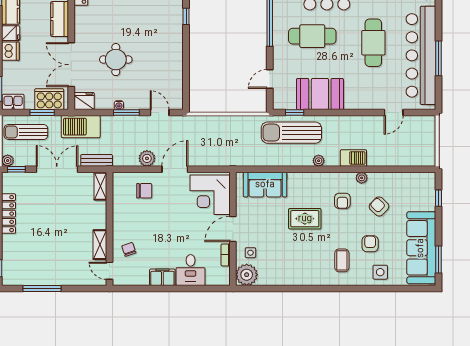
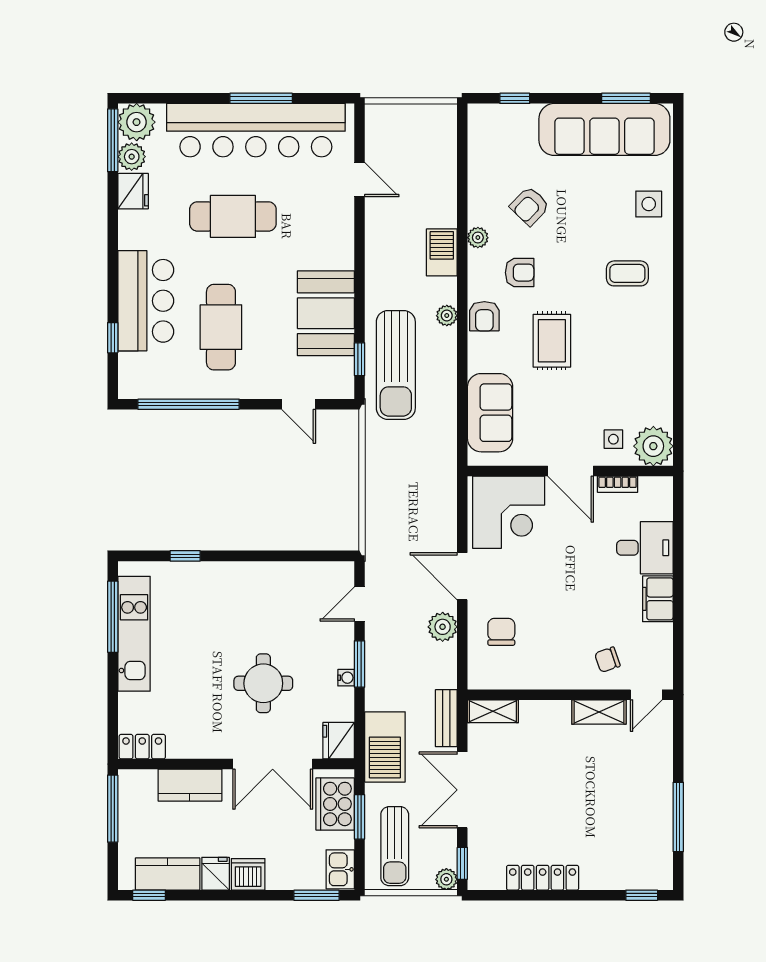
armchair: (370, 244) -> (484, 316), moved, turned -90

